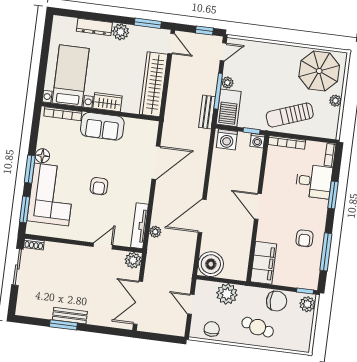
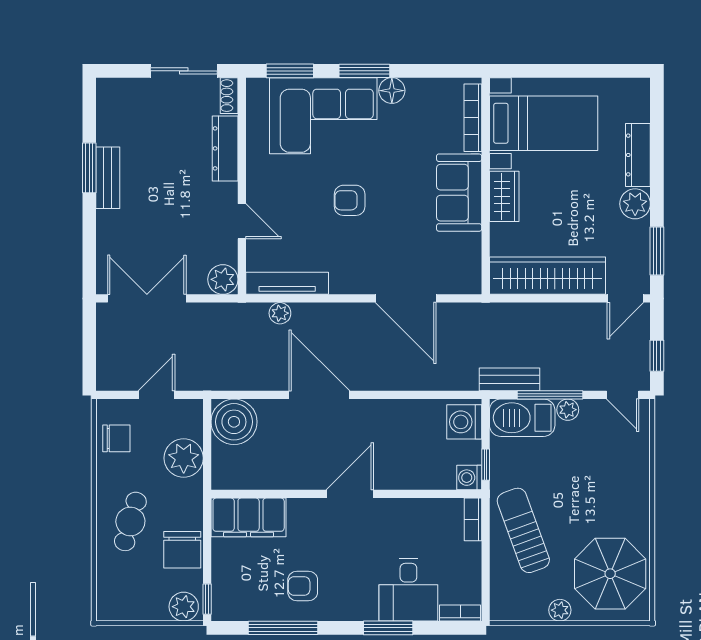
bookcase: (287, 142) -> (473, 519), width x0.64
dresser: (62, 250) -> (225, 148), added

